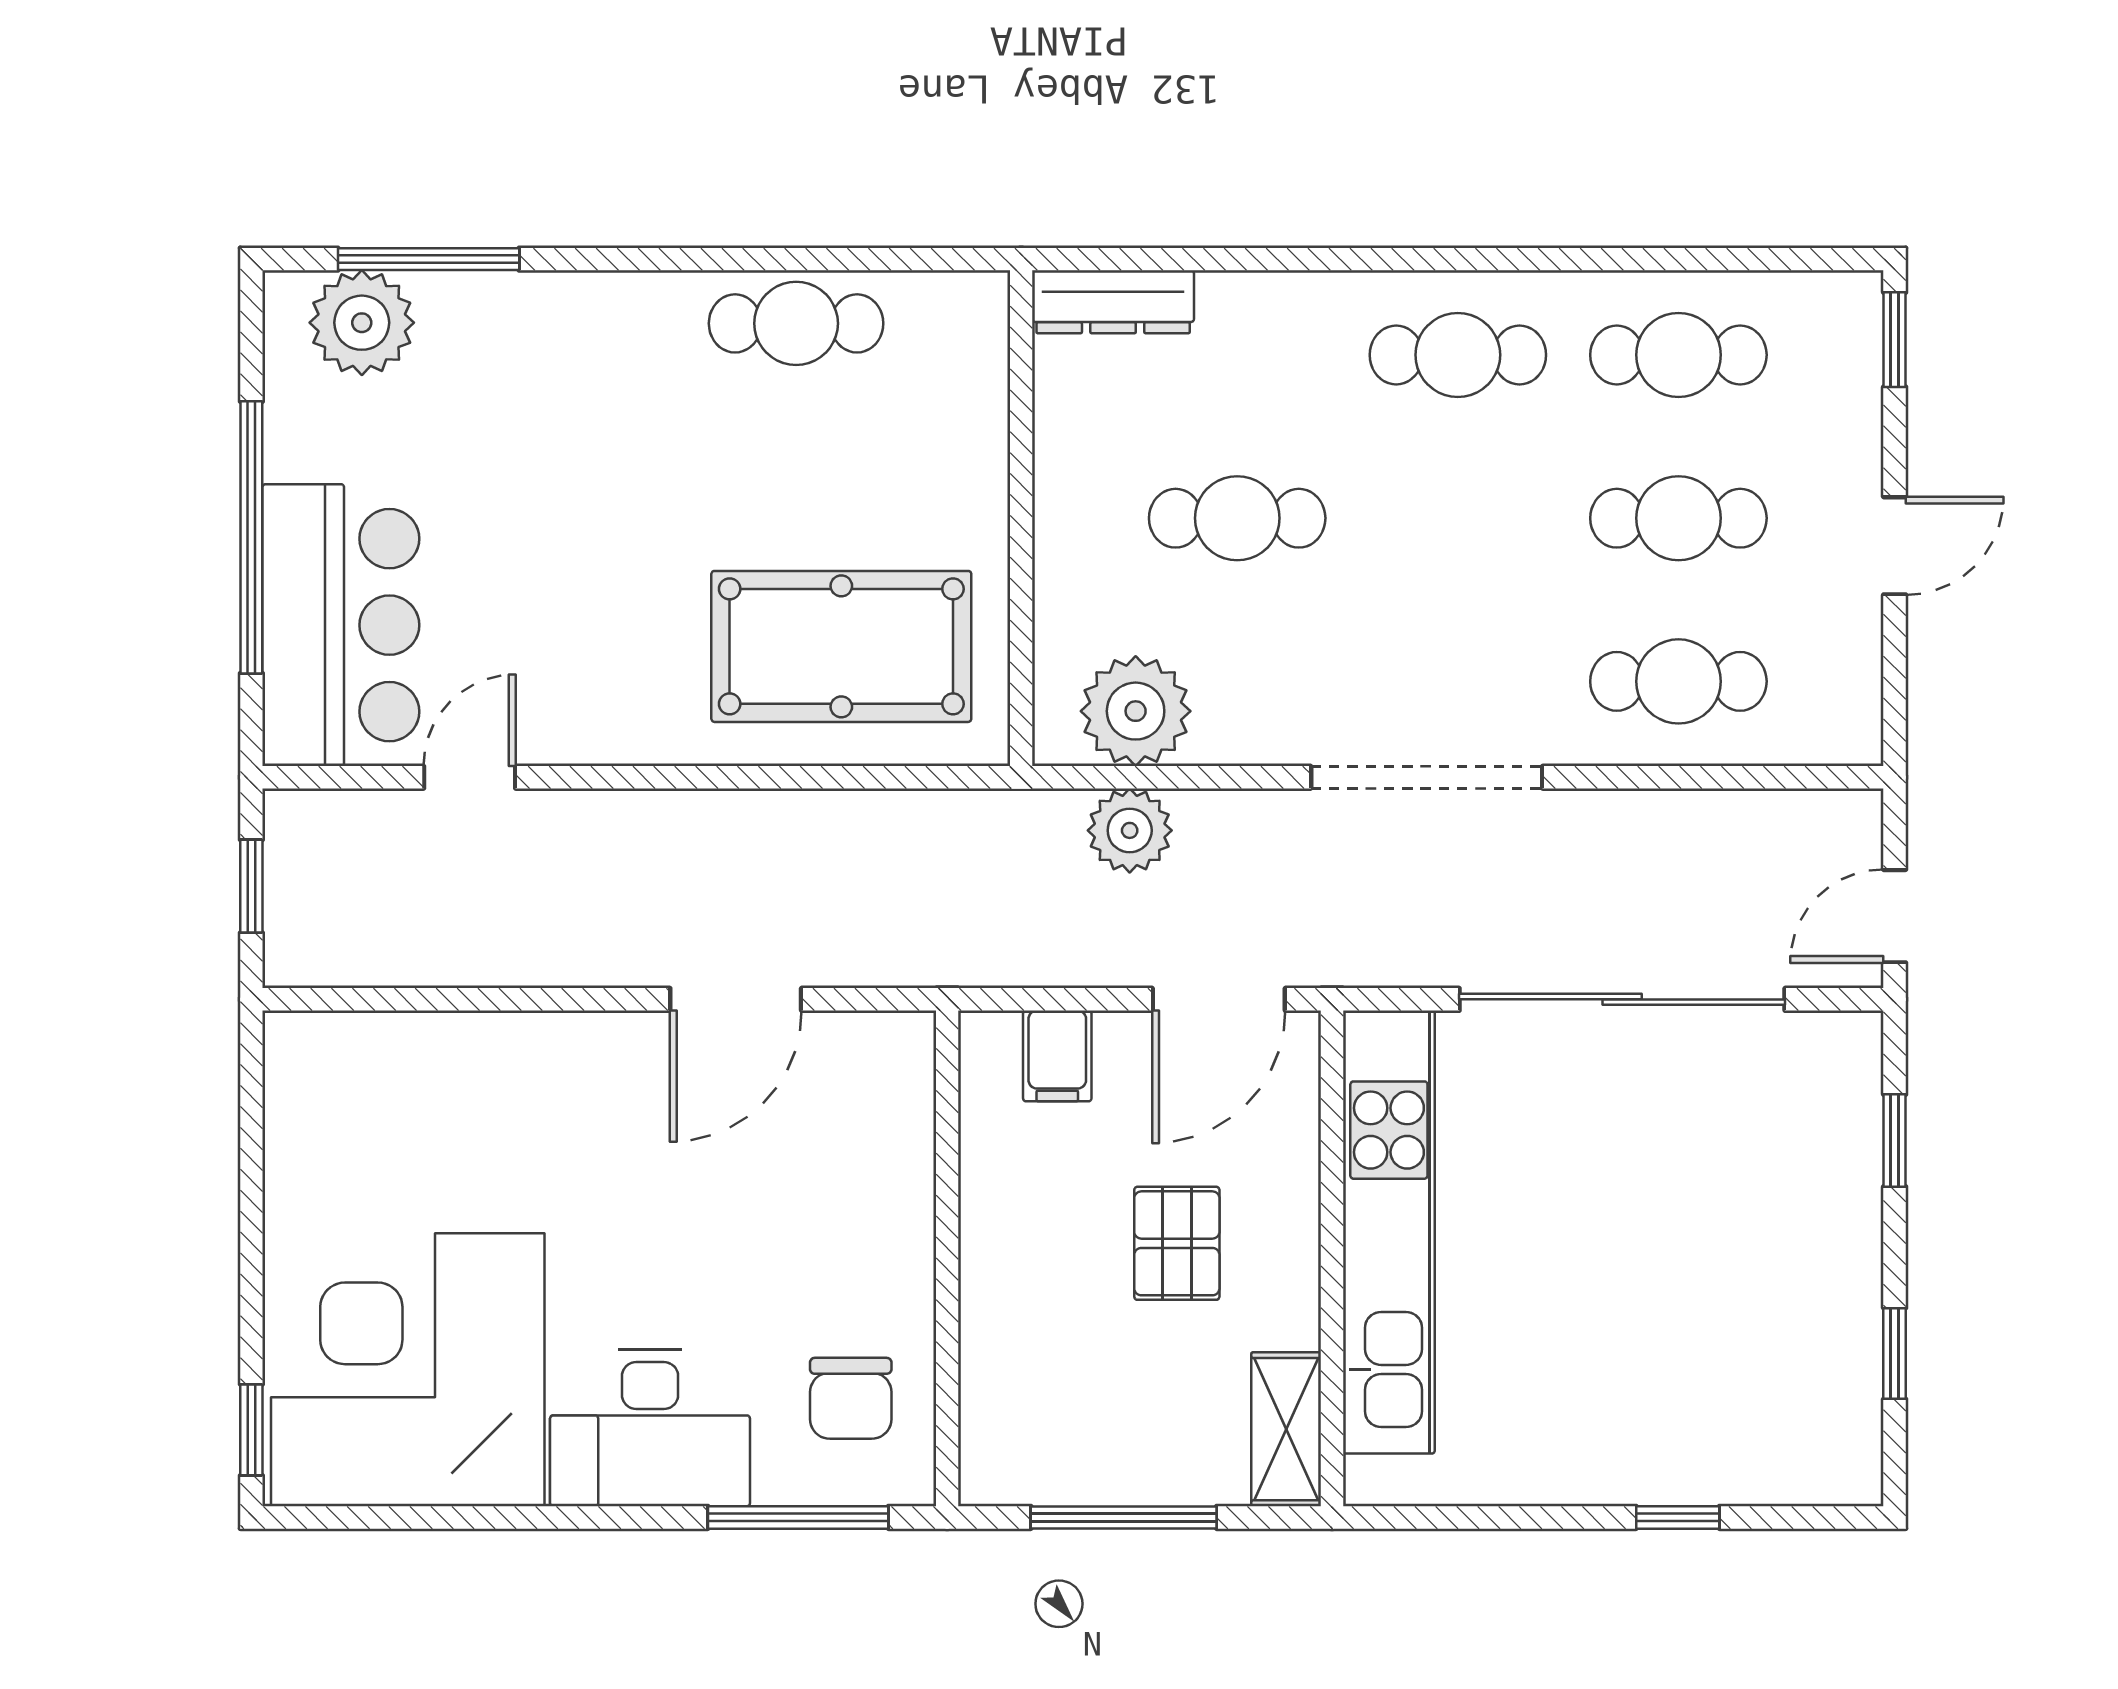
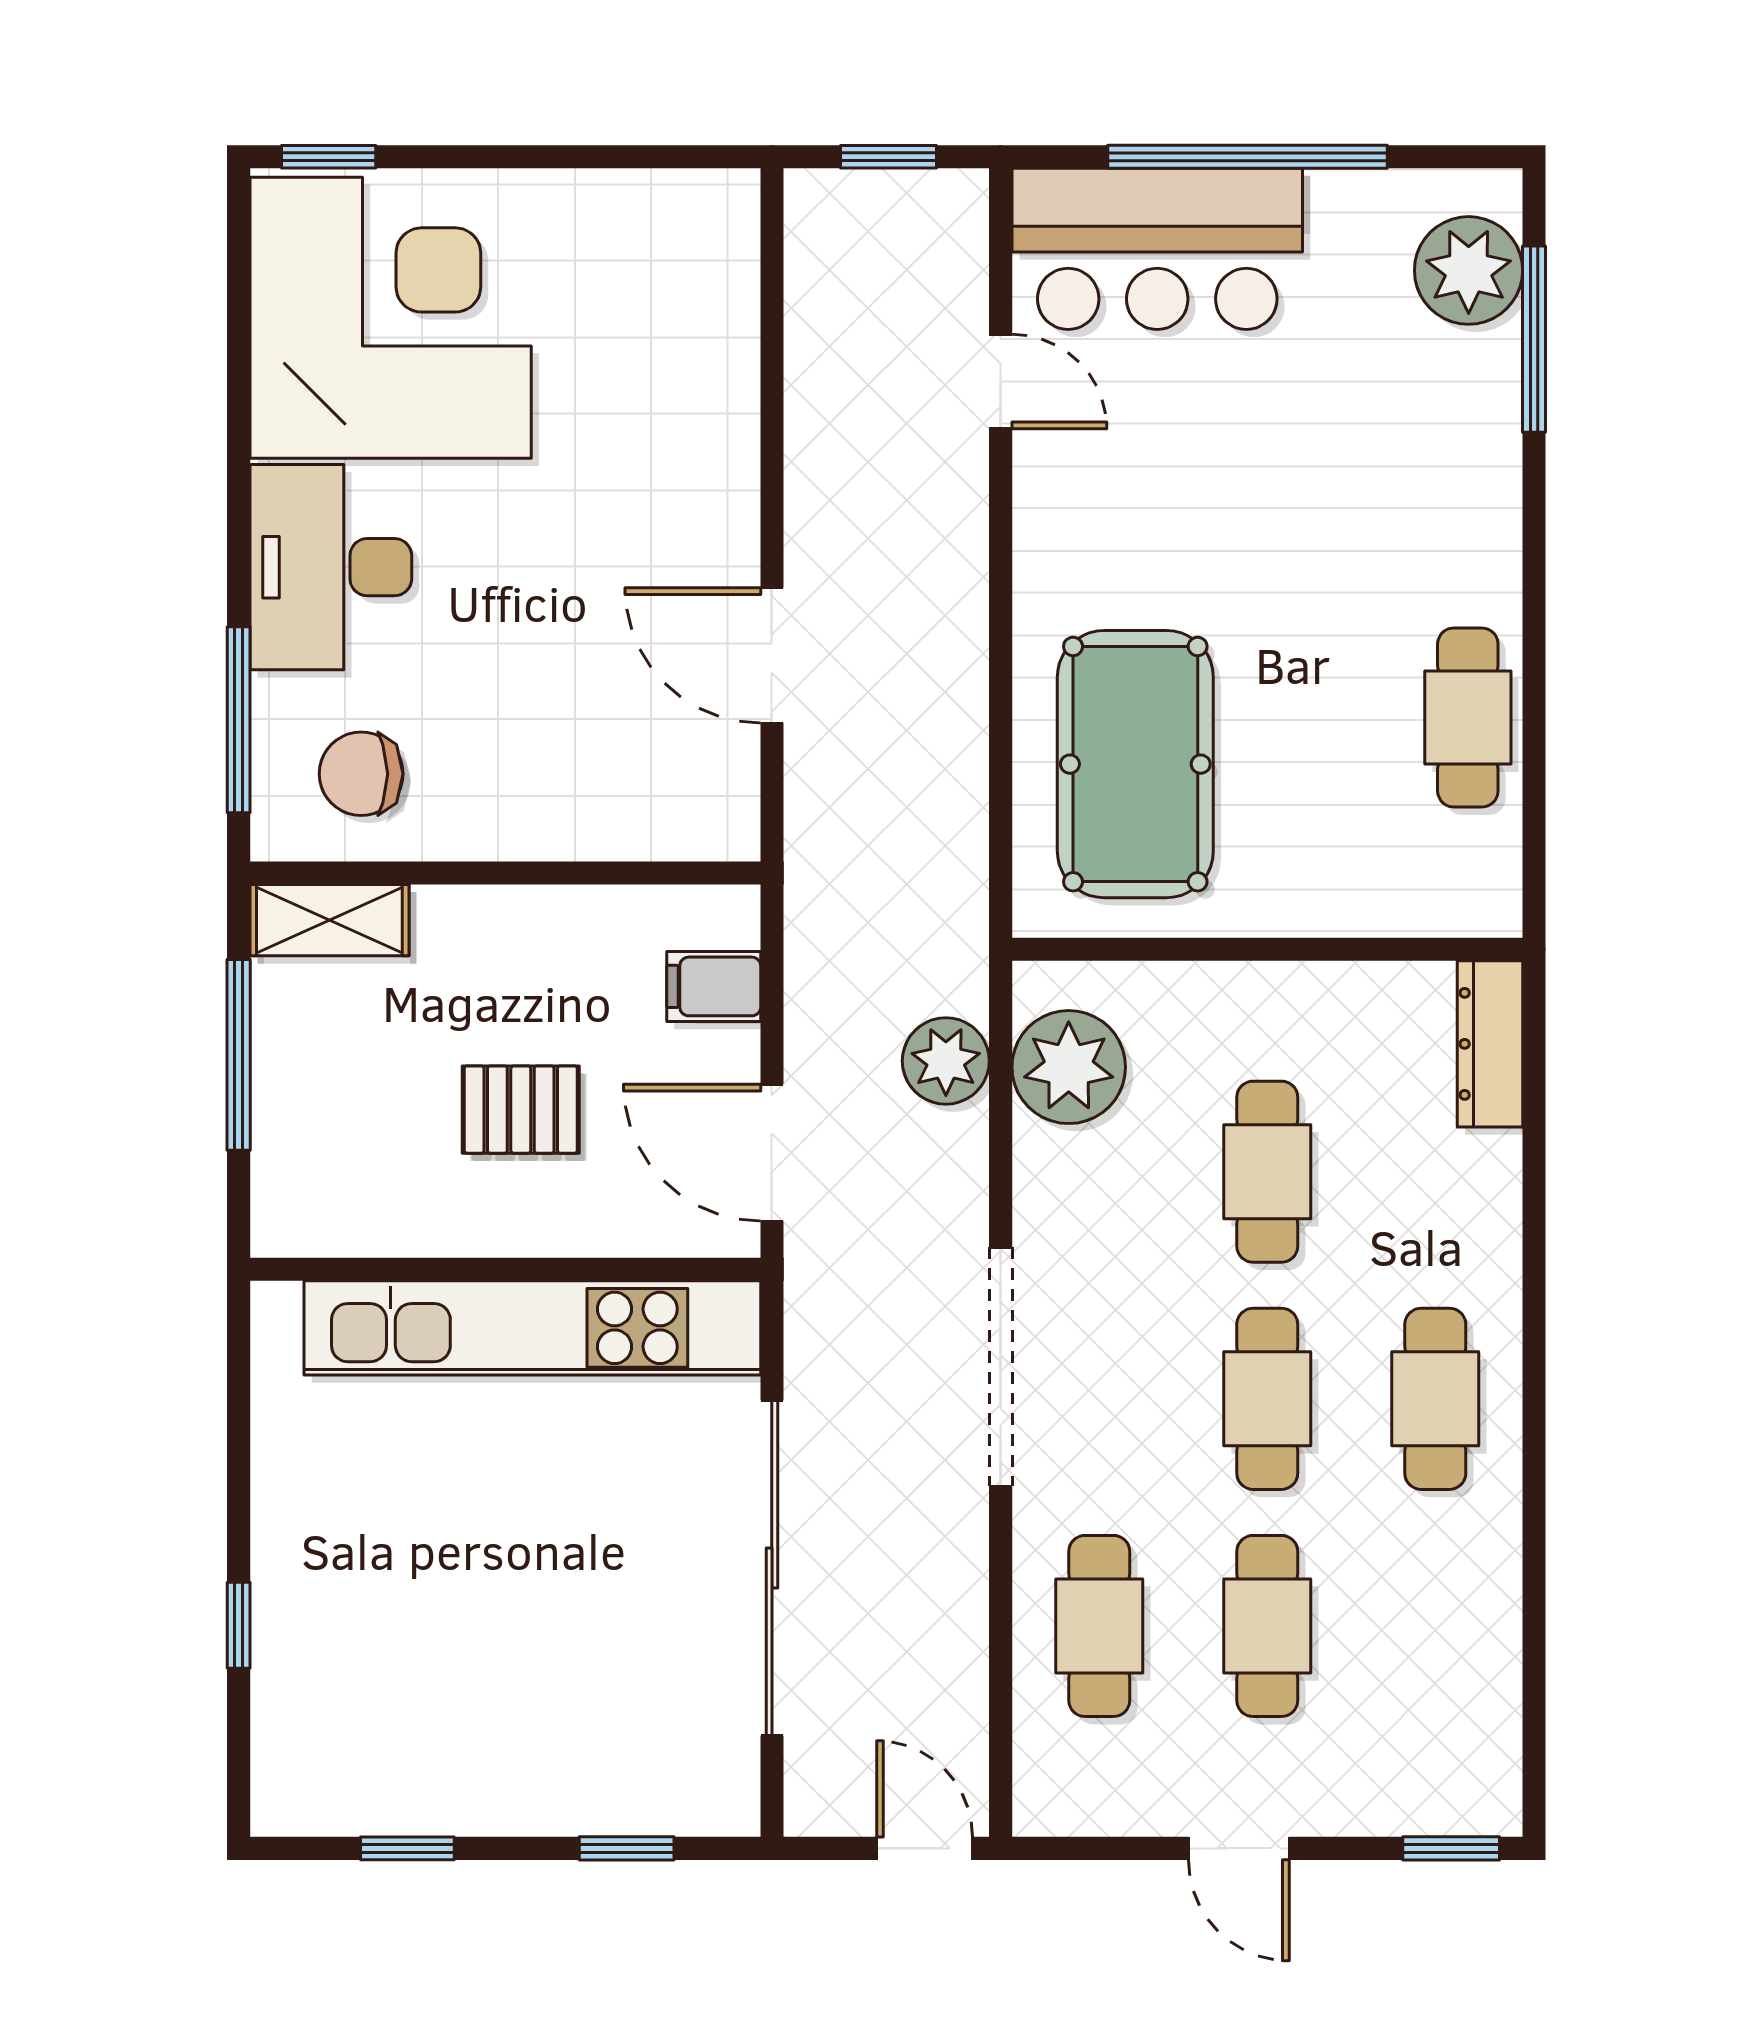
cafe table: (1678, 355) -> (1267, 1399), moved
door: (1895, 916) -> (925, 1848), moved
shelving: (1286, 1429) -> (329, 920), moved

